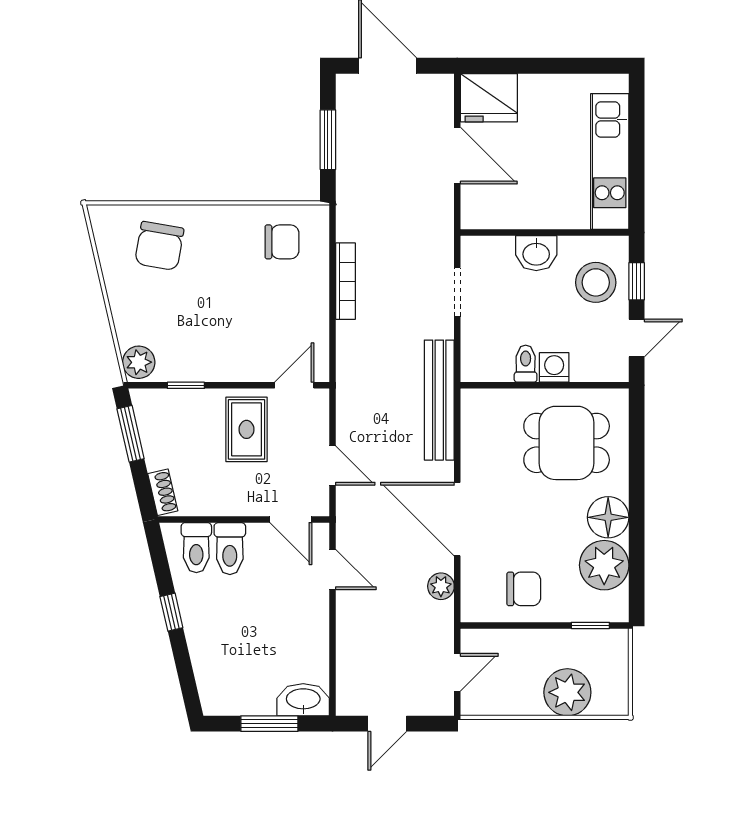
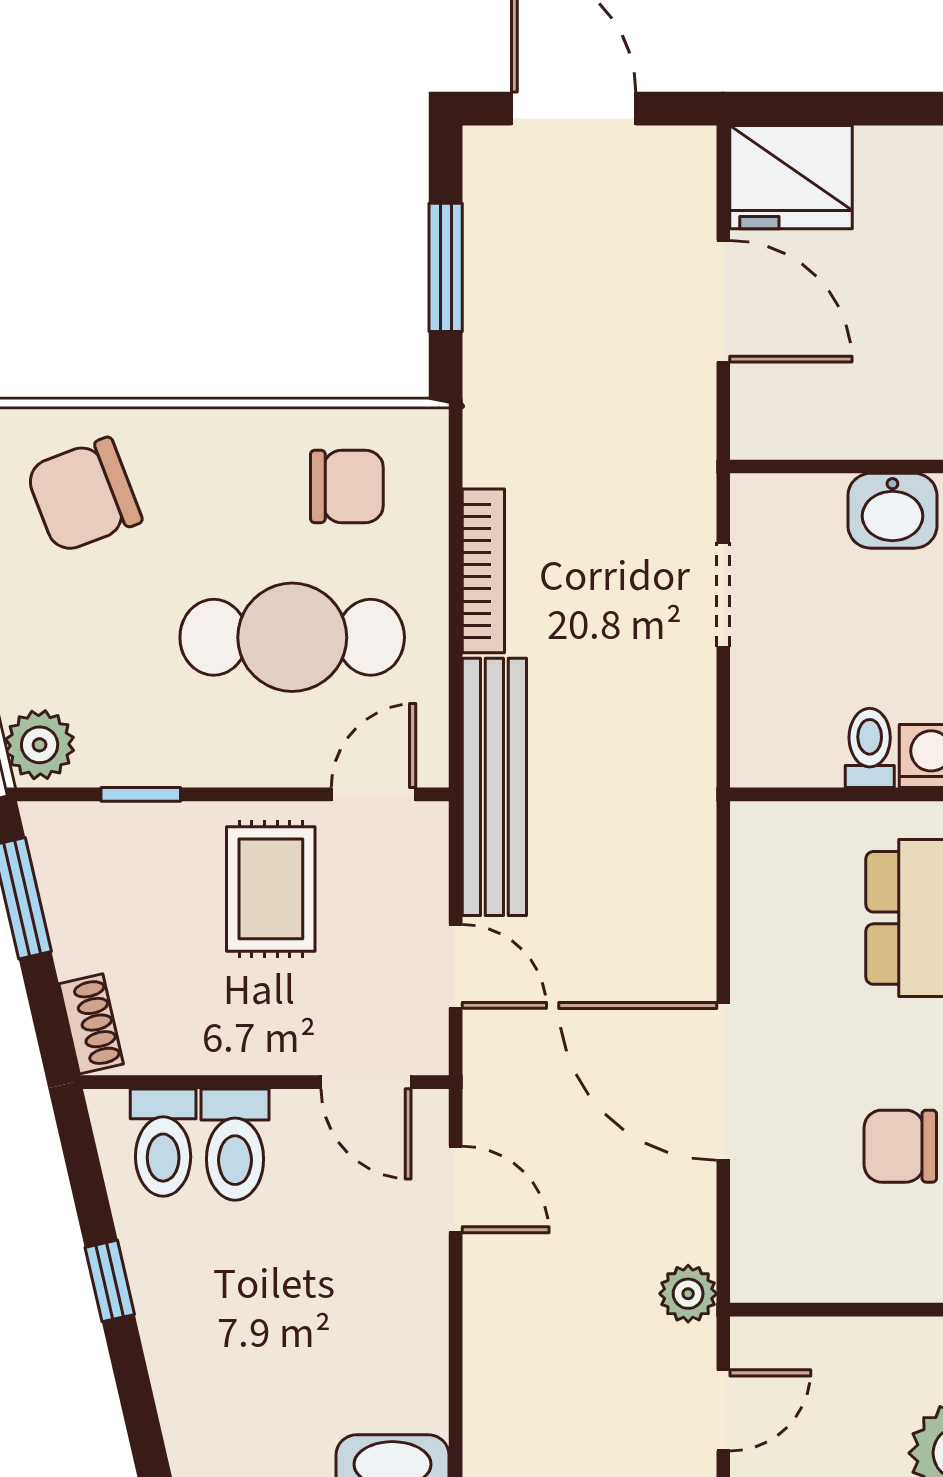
chair: (159, 246) -> (84, 495), turned 59
cafe table: (256, 312) -> (292, 637), added
bench: (439, 400) -> (494, 787), moved
plant: (441, 586) -> (688, 1294), moved
chair: (524, 589) -> (900, 1146), moved, turned 180

